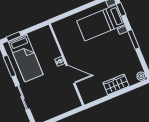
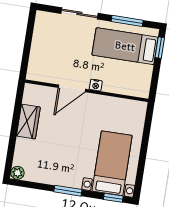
wardrobe: (116, 84) -> (28, 122), moved

